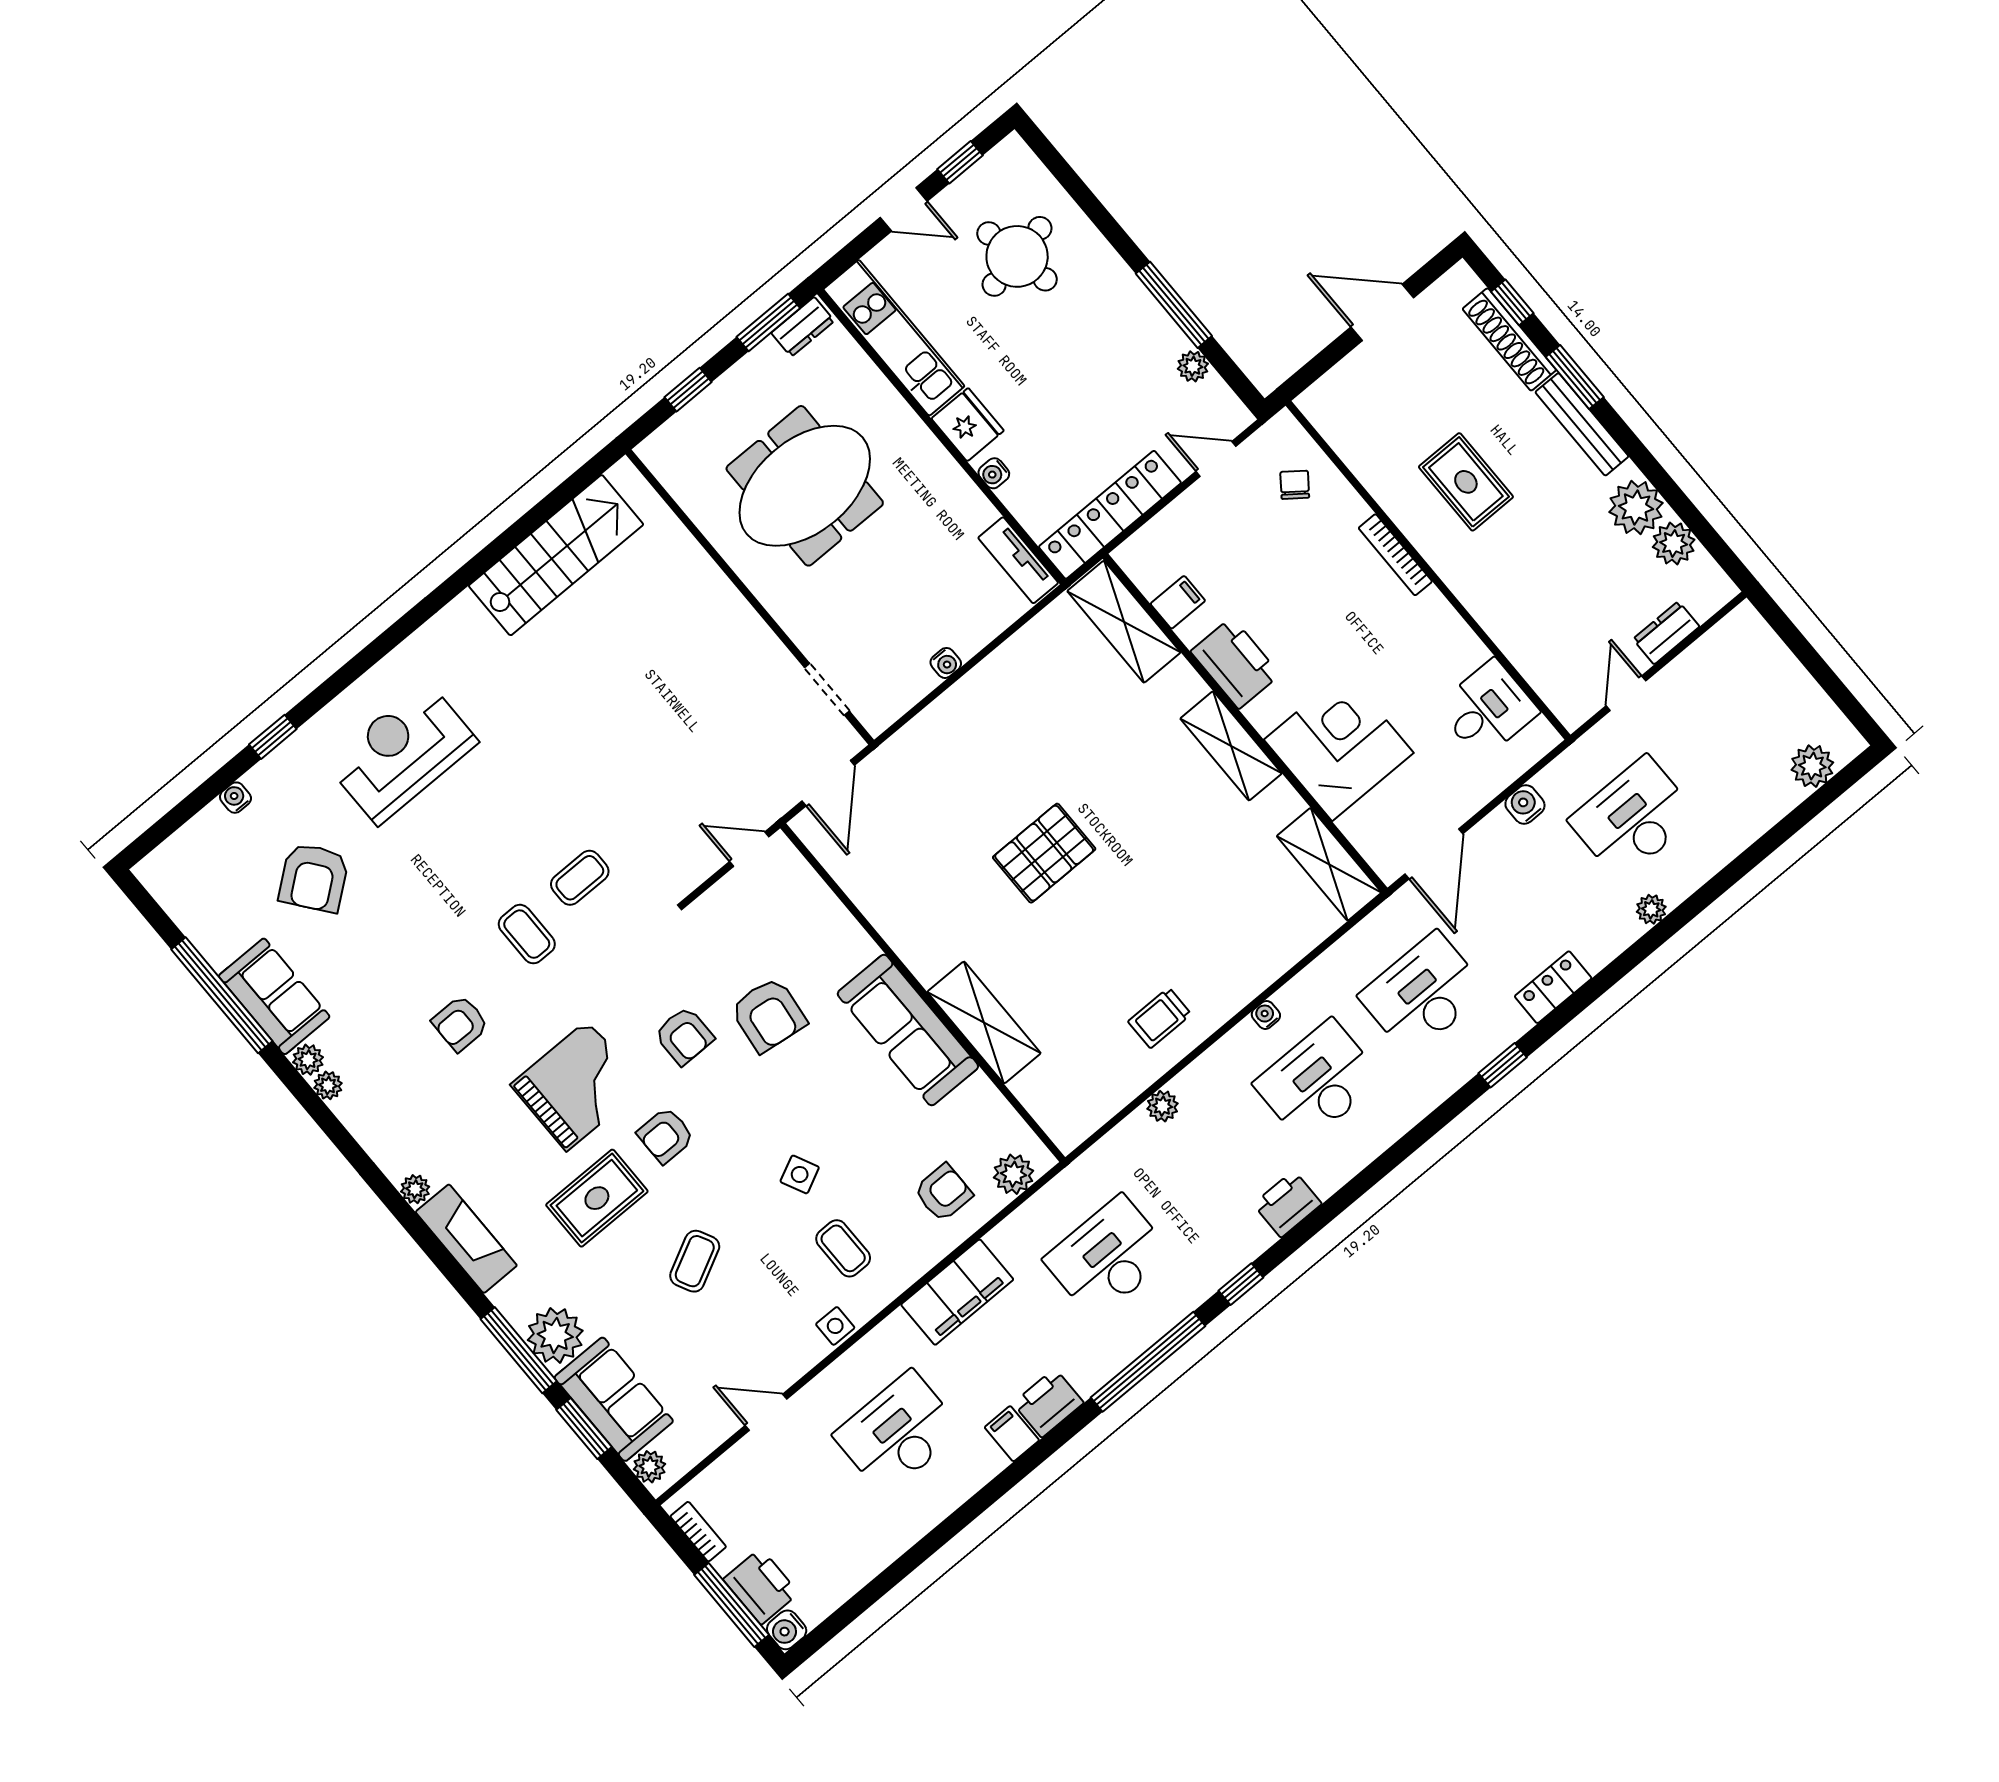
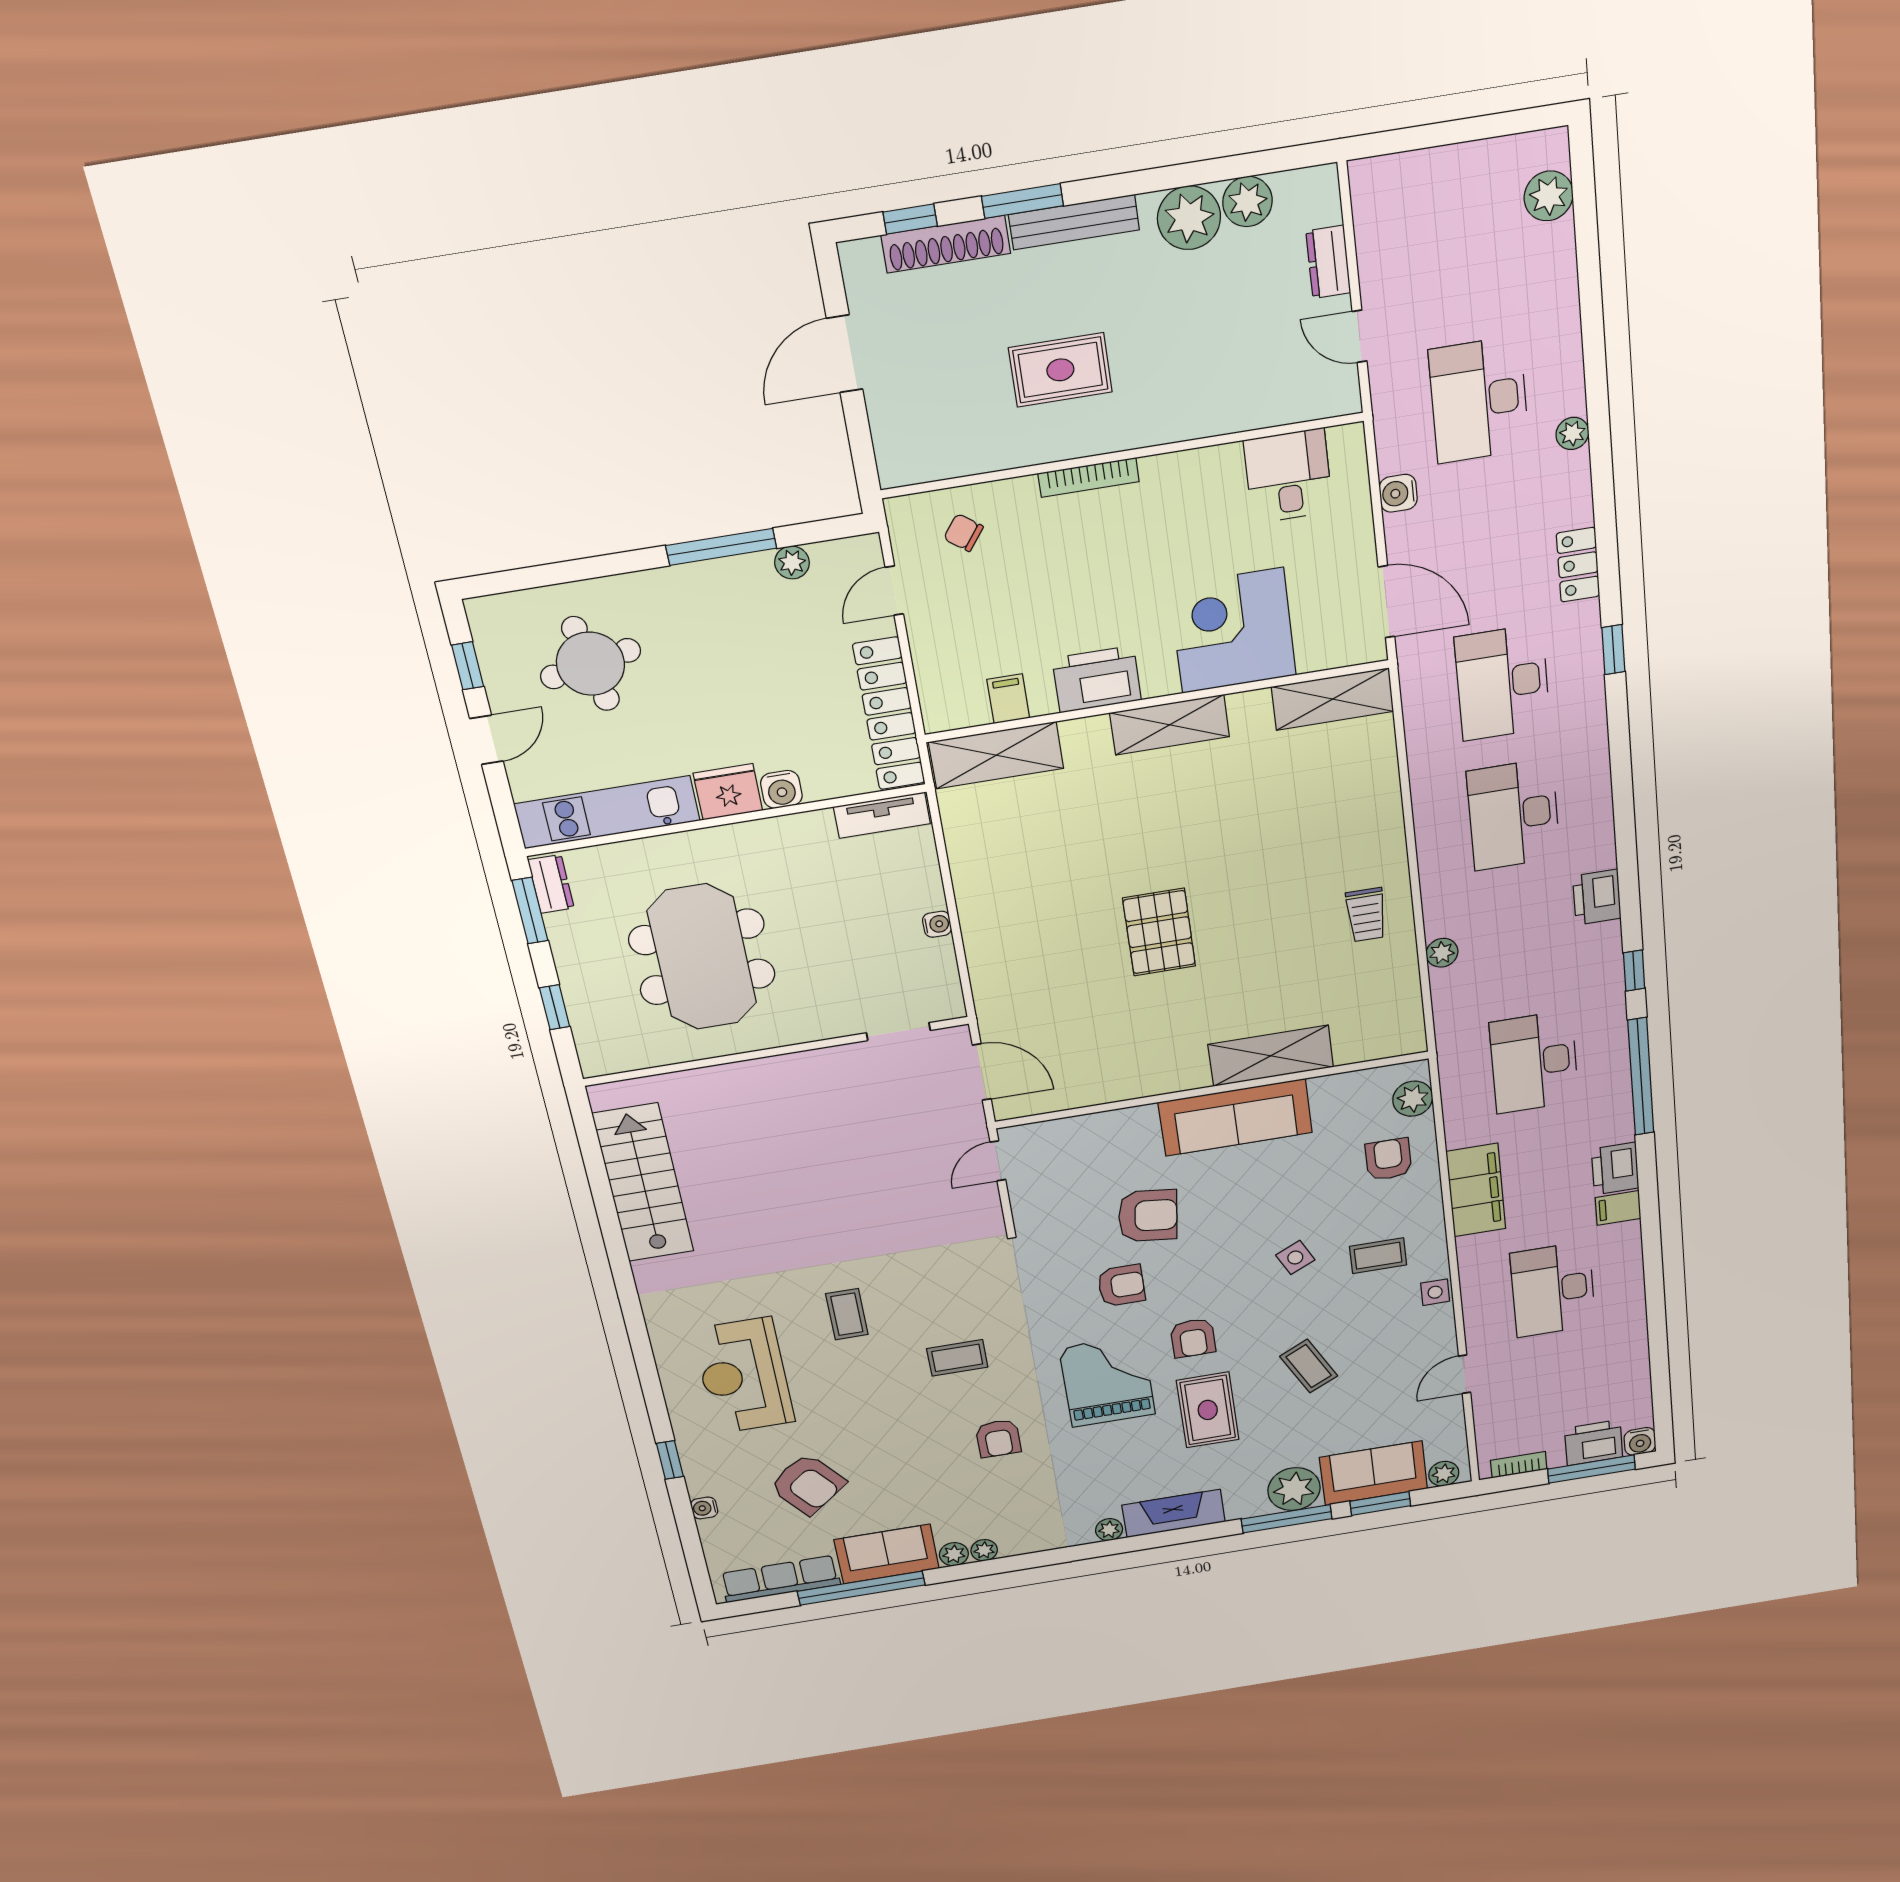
water cooler: (994, 473) -> (781, 789), width x1.38, depth x1.38
coffee table: (580, 878) -> (847, 1314), moved
row of seats: (192, 913) -> (780, 1579), added
water cooler: (1266, 1015) -> (1426, 826), removed

